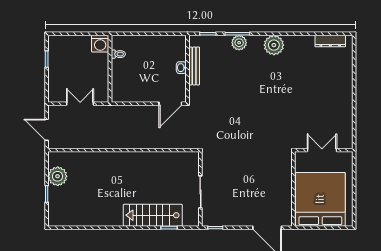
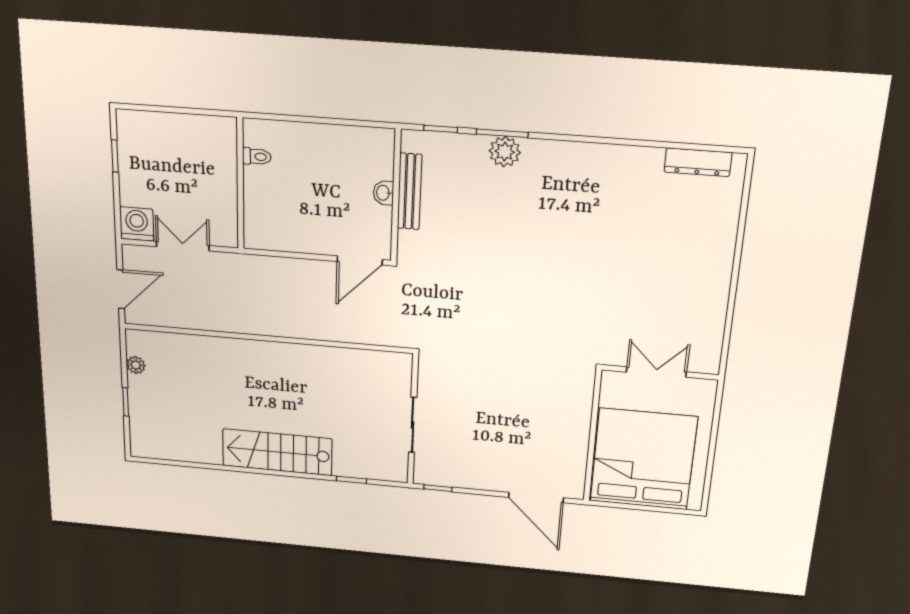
washing machine: (100, 44) -> (137, 224), moved, turned 180
plant: (274, 45) -> (577, 162), removed
door: (47, 130) -> (121, 289), swing flipped
plant: (58, 176) -> (136, 365), width x0.53, depth x0.53
stairs: (153, 215) -> (277, 452), moved

